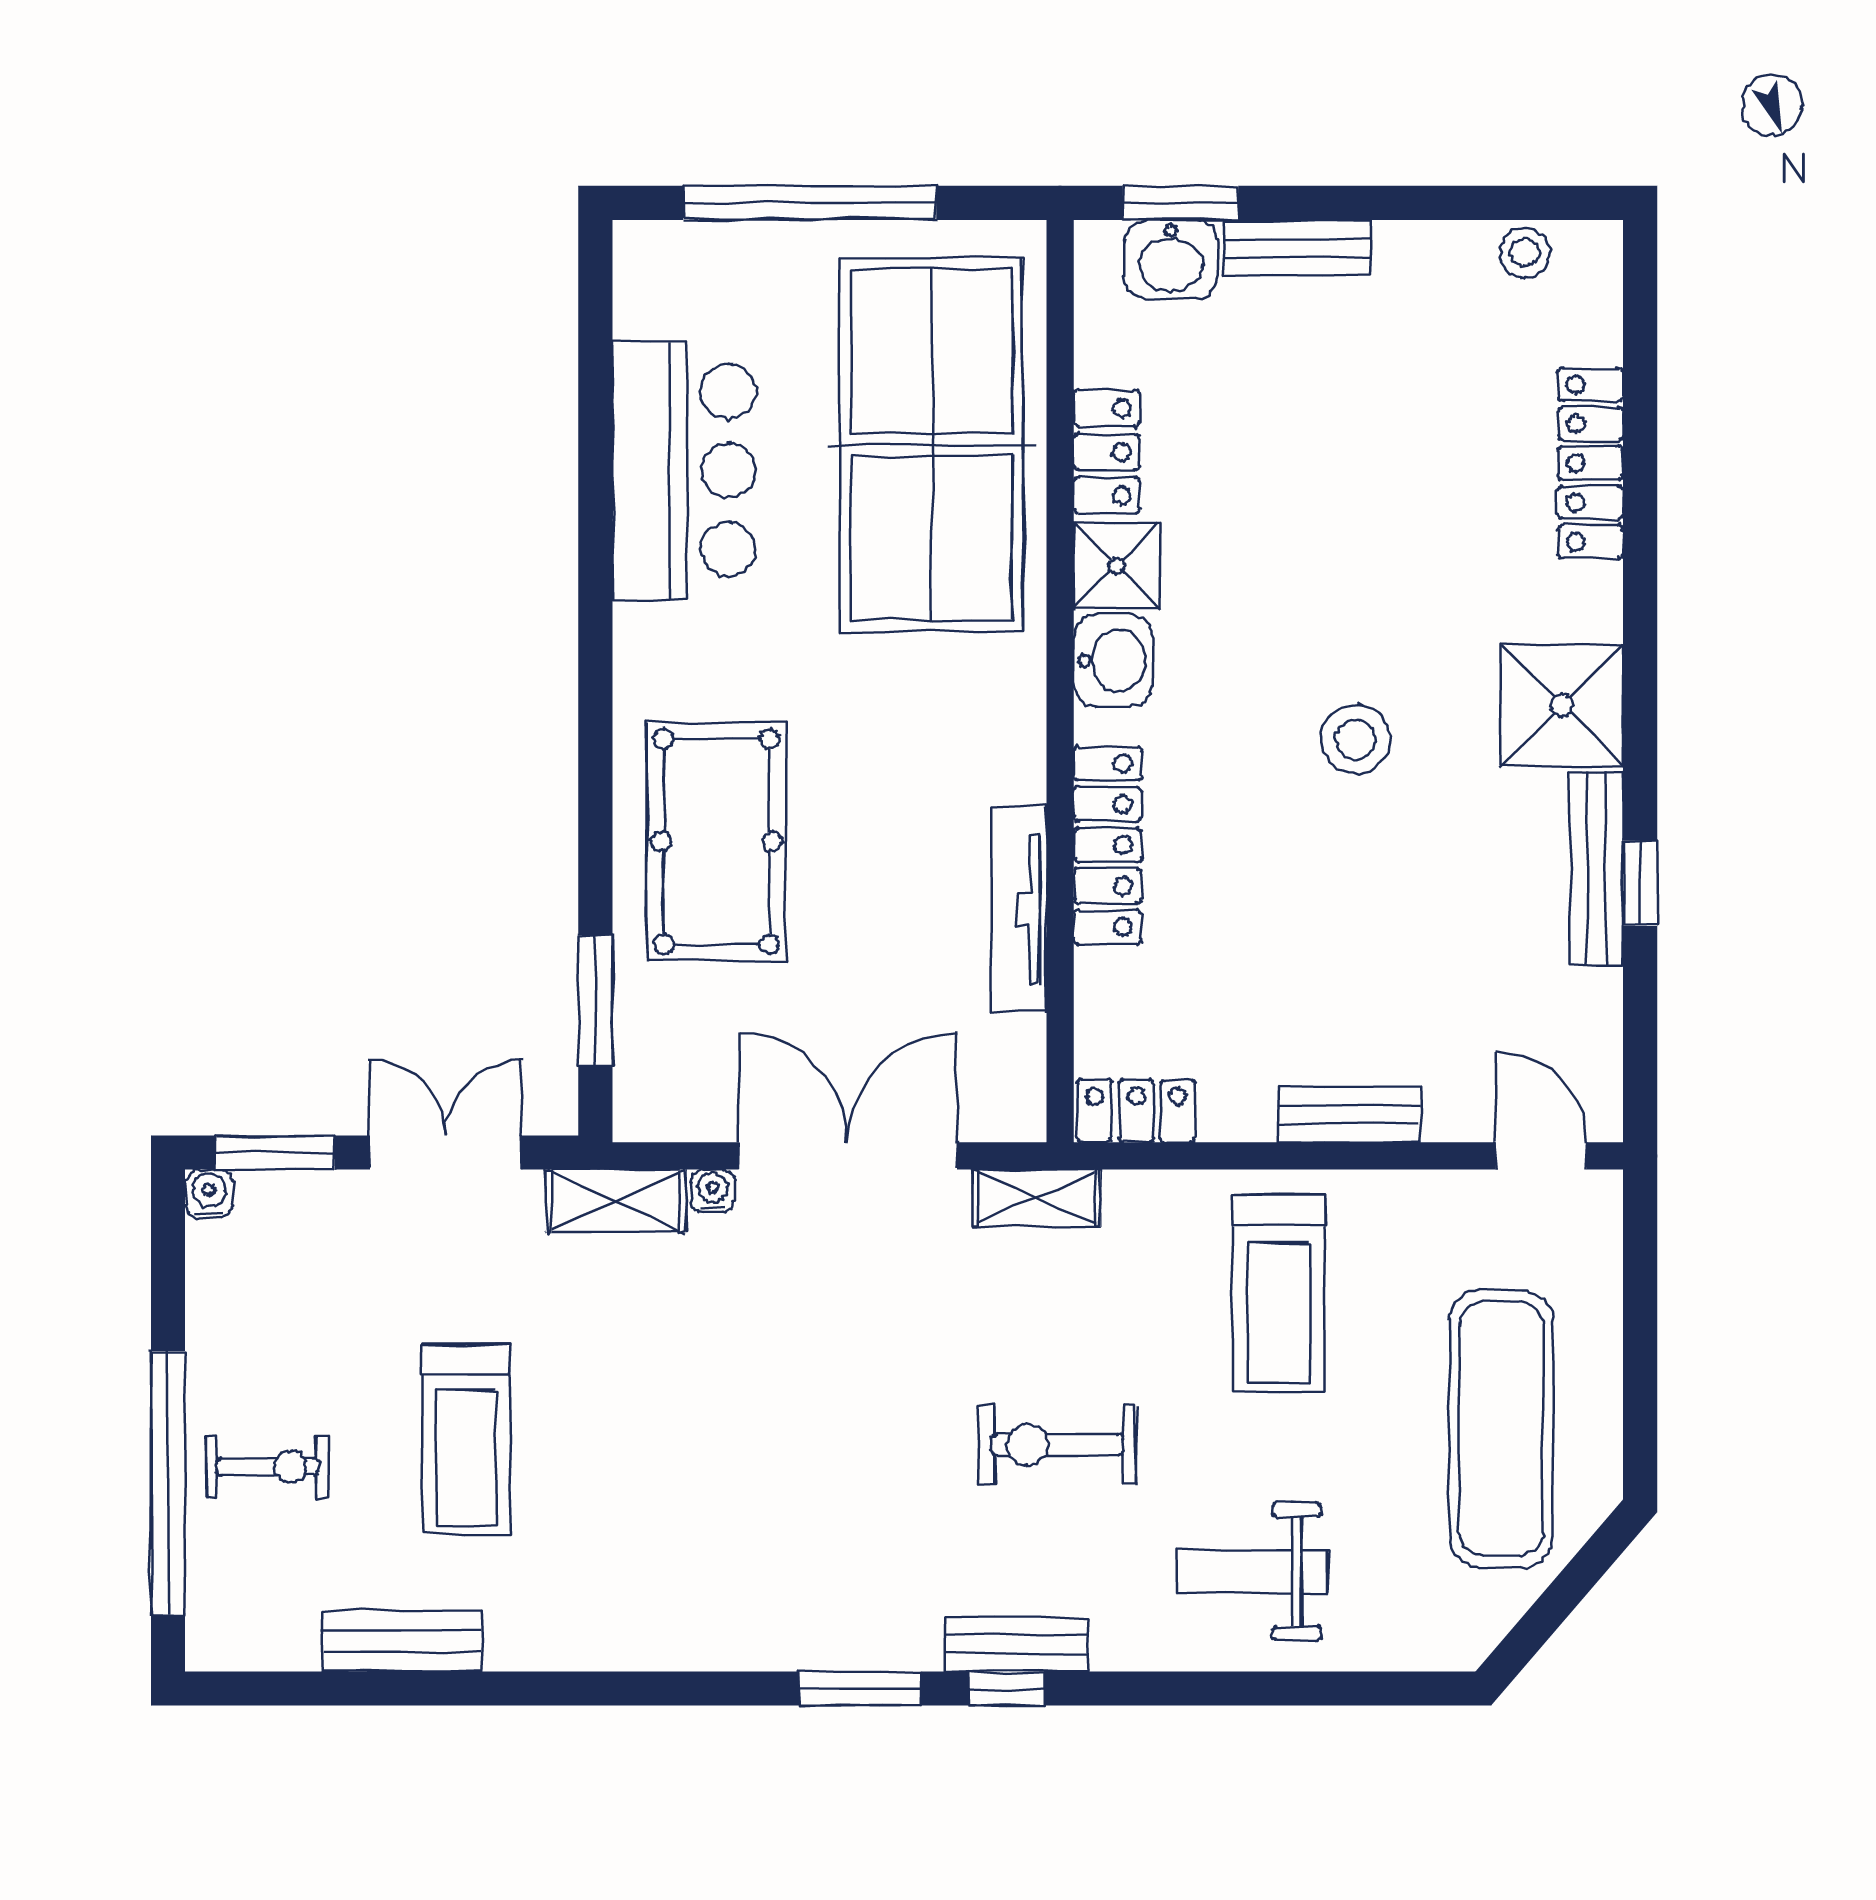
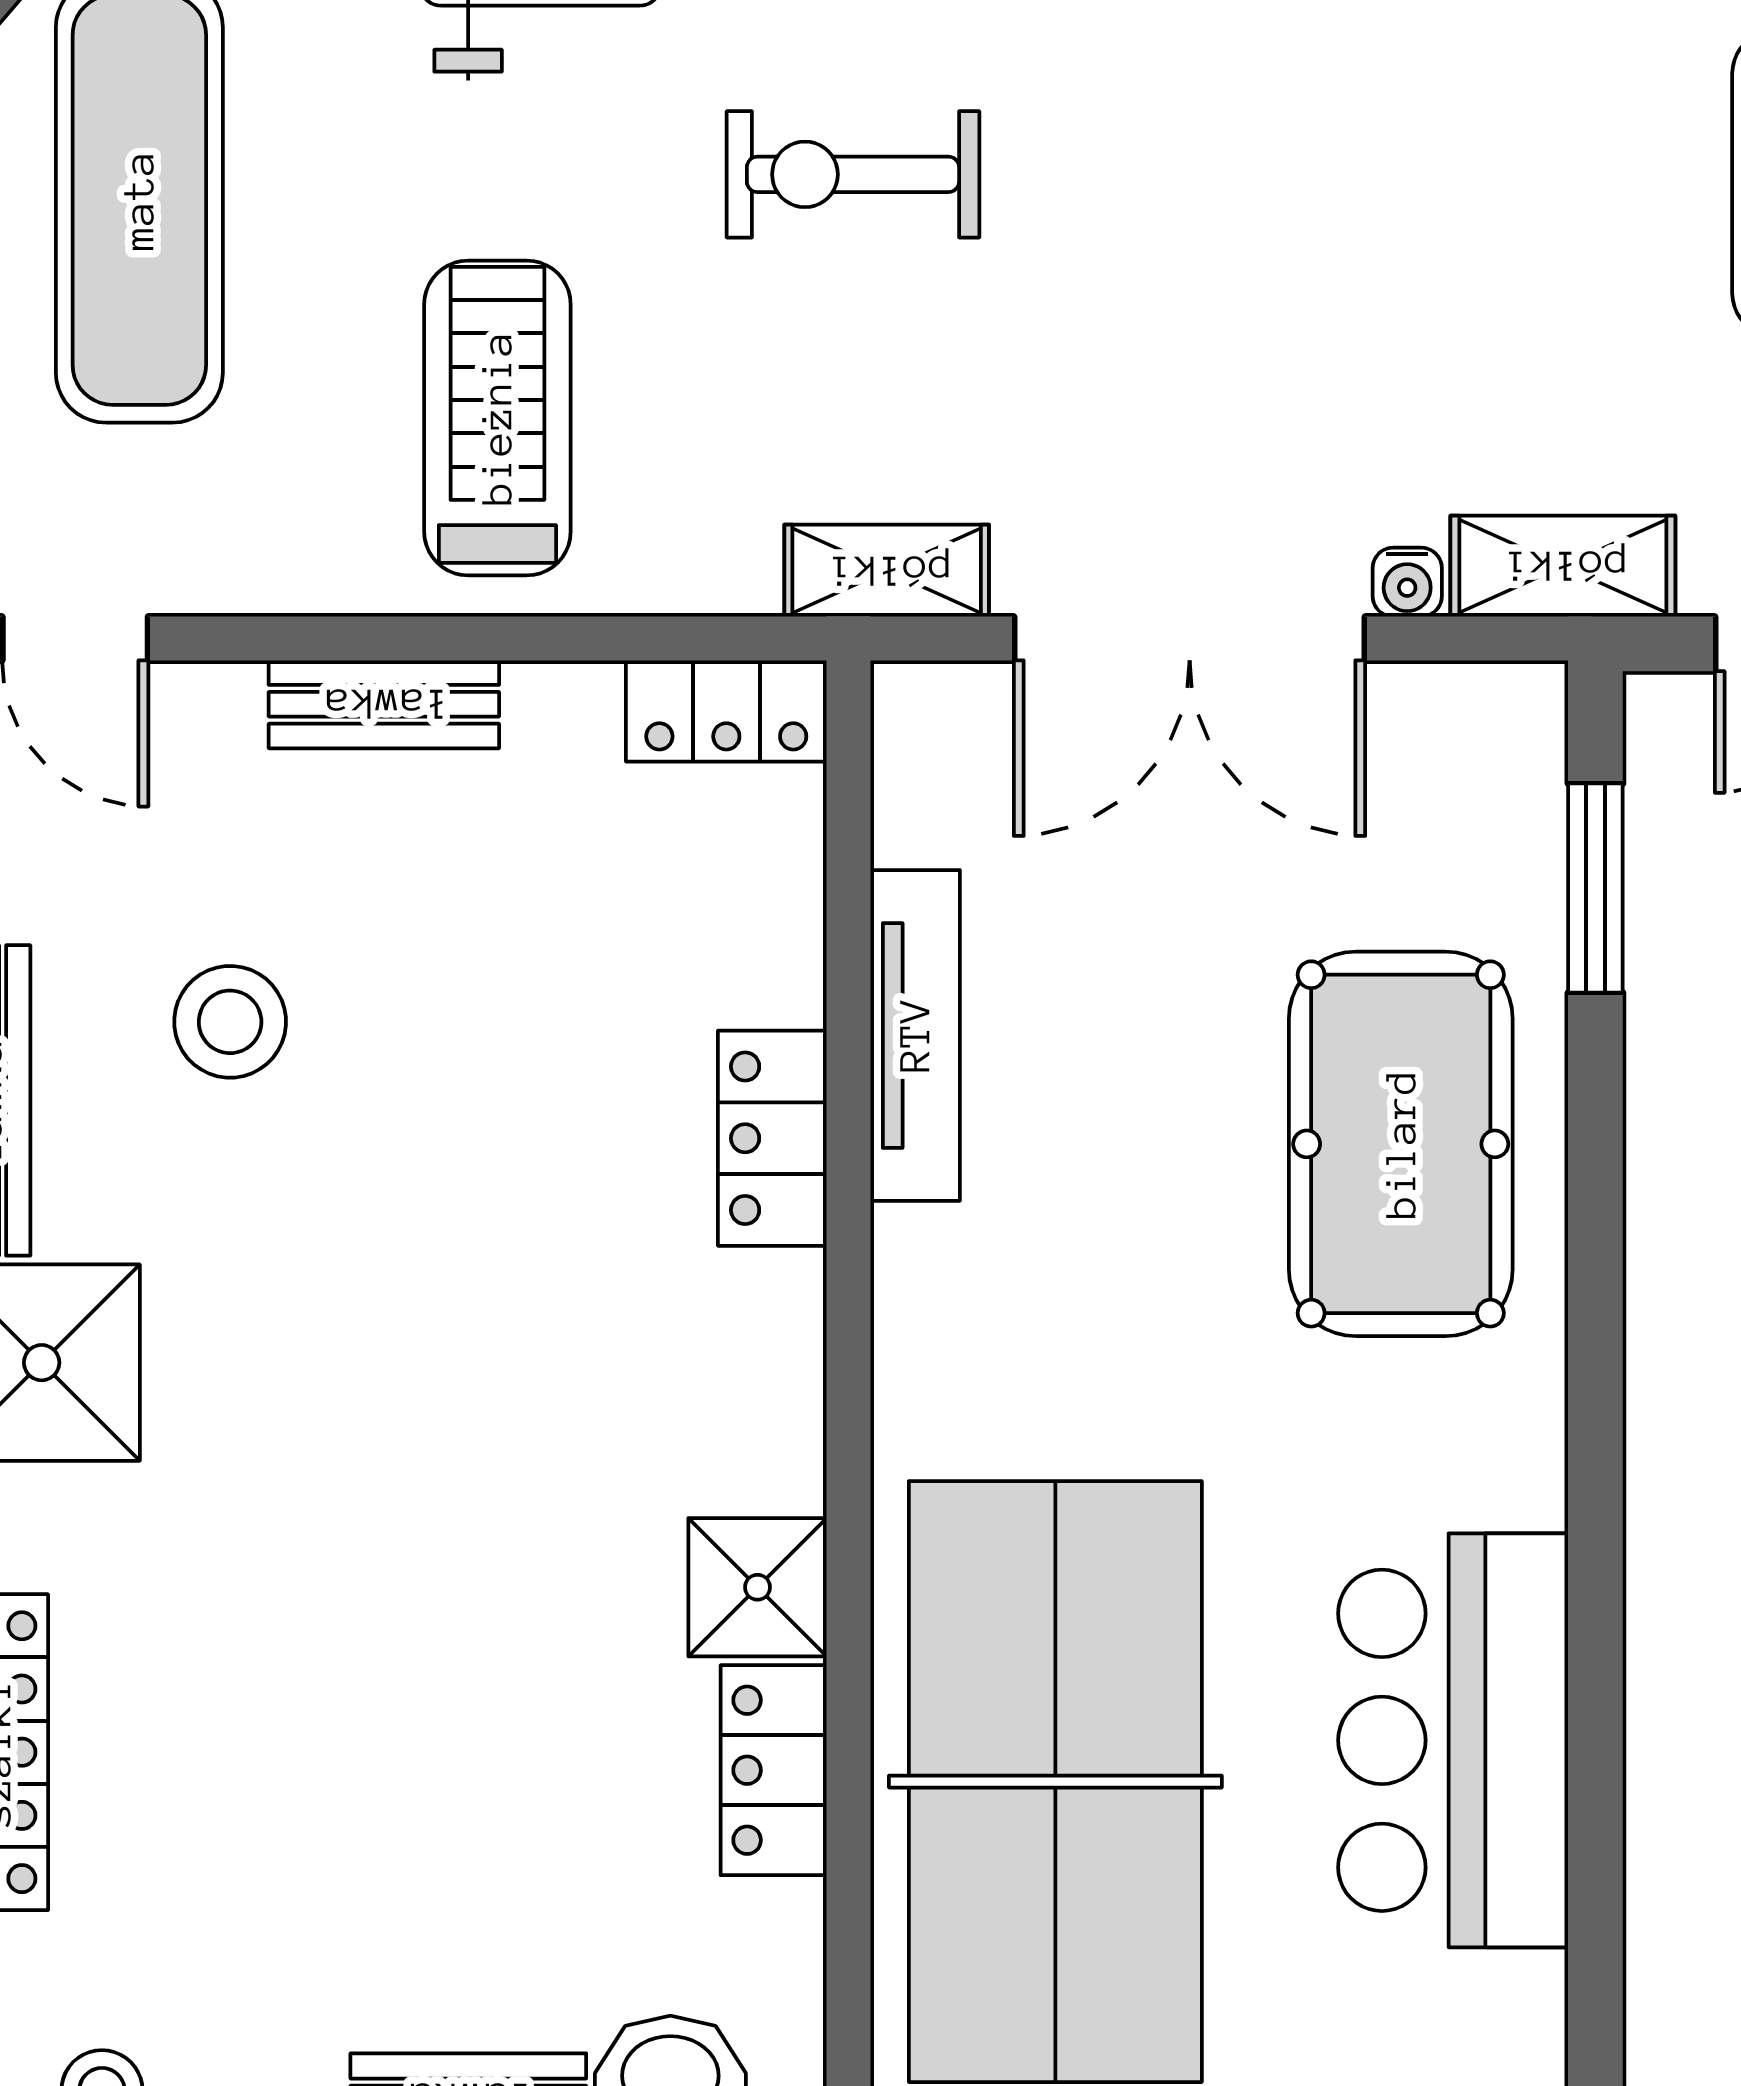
washbasin: (1113, 661) -> (763, 1435), removed
stool: (1356, 739) -> (230, 1022), moved
locker: (1107, 845) -> (772, 1138), width x0.66
exercise bike: (1057, 1445) -> (853, 174), turned 180

